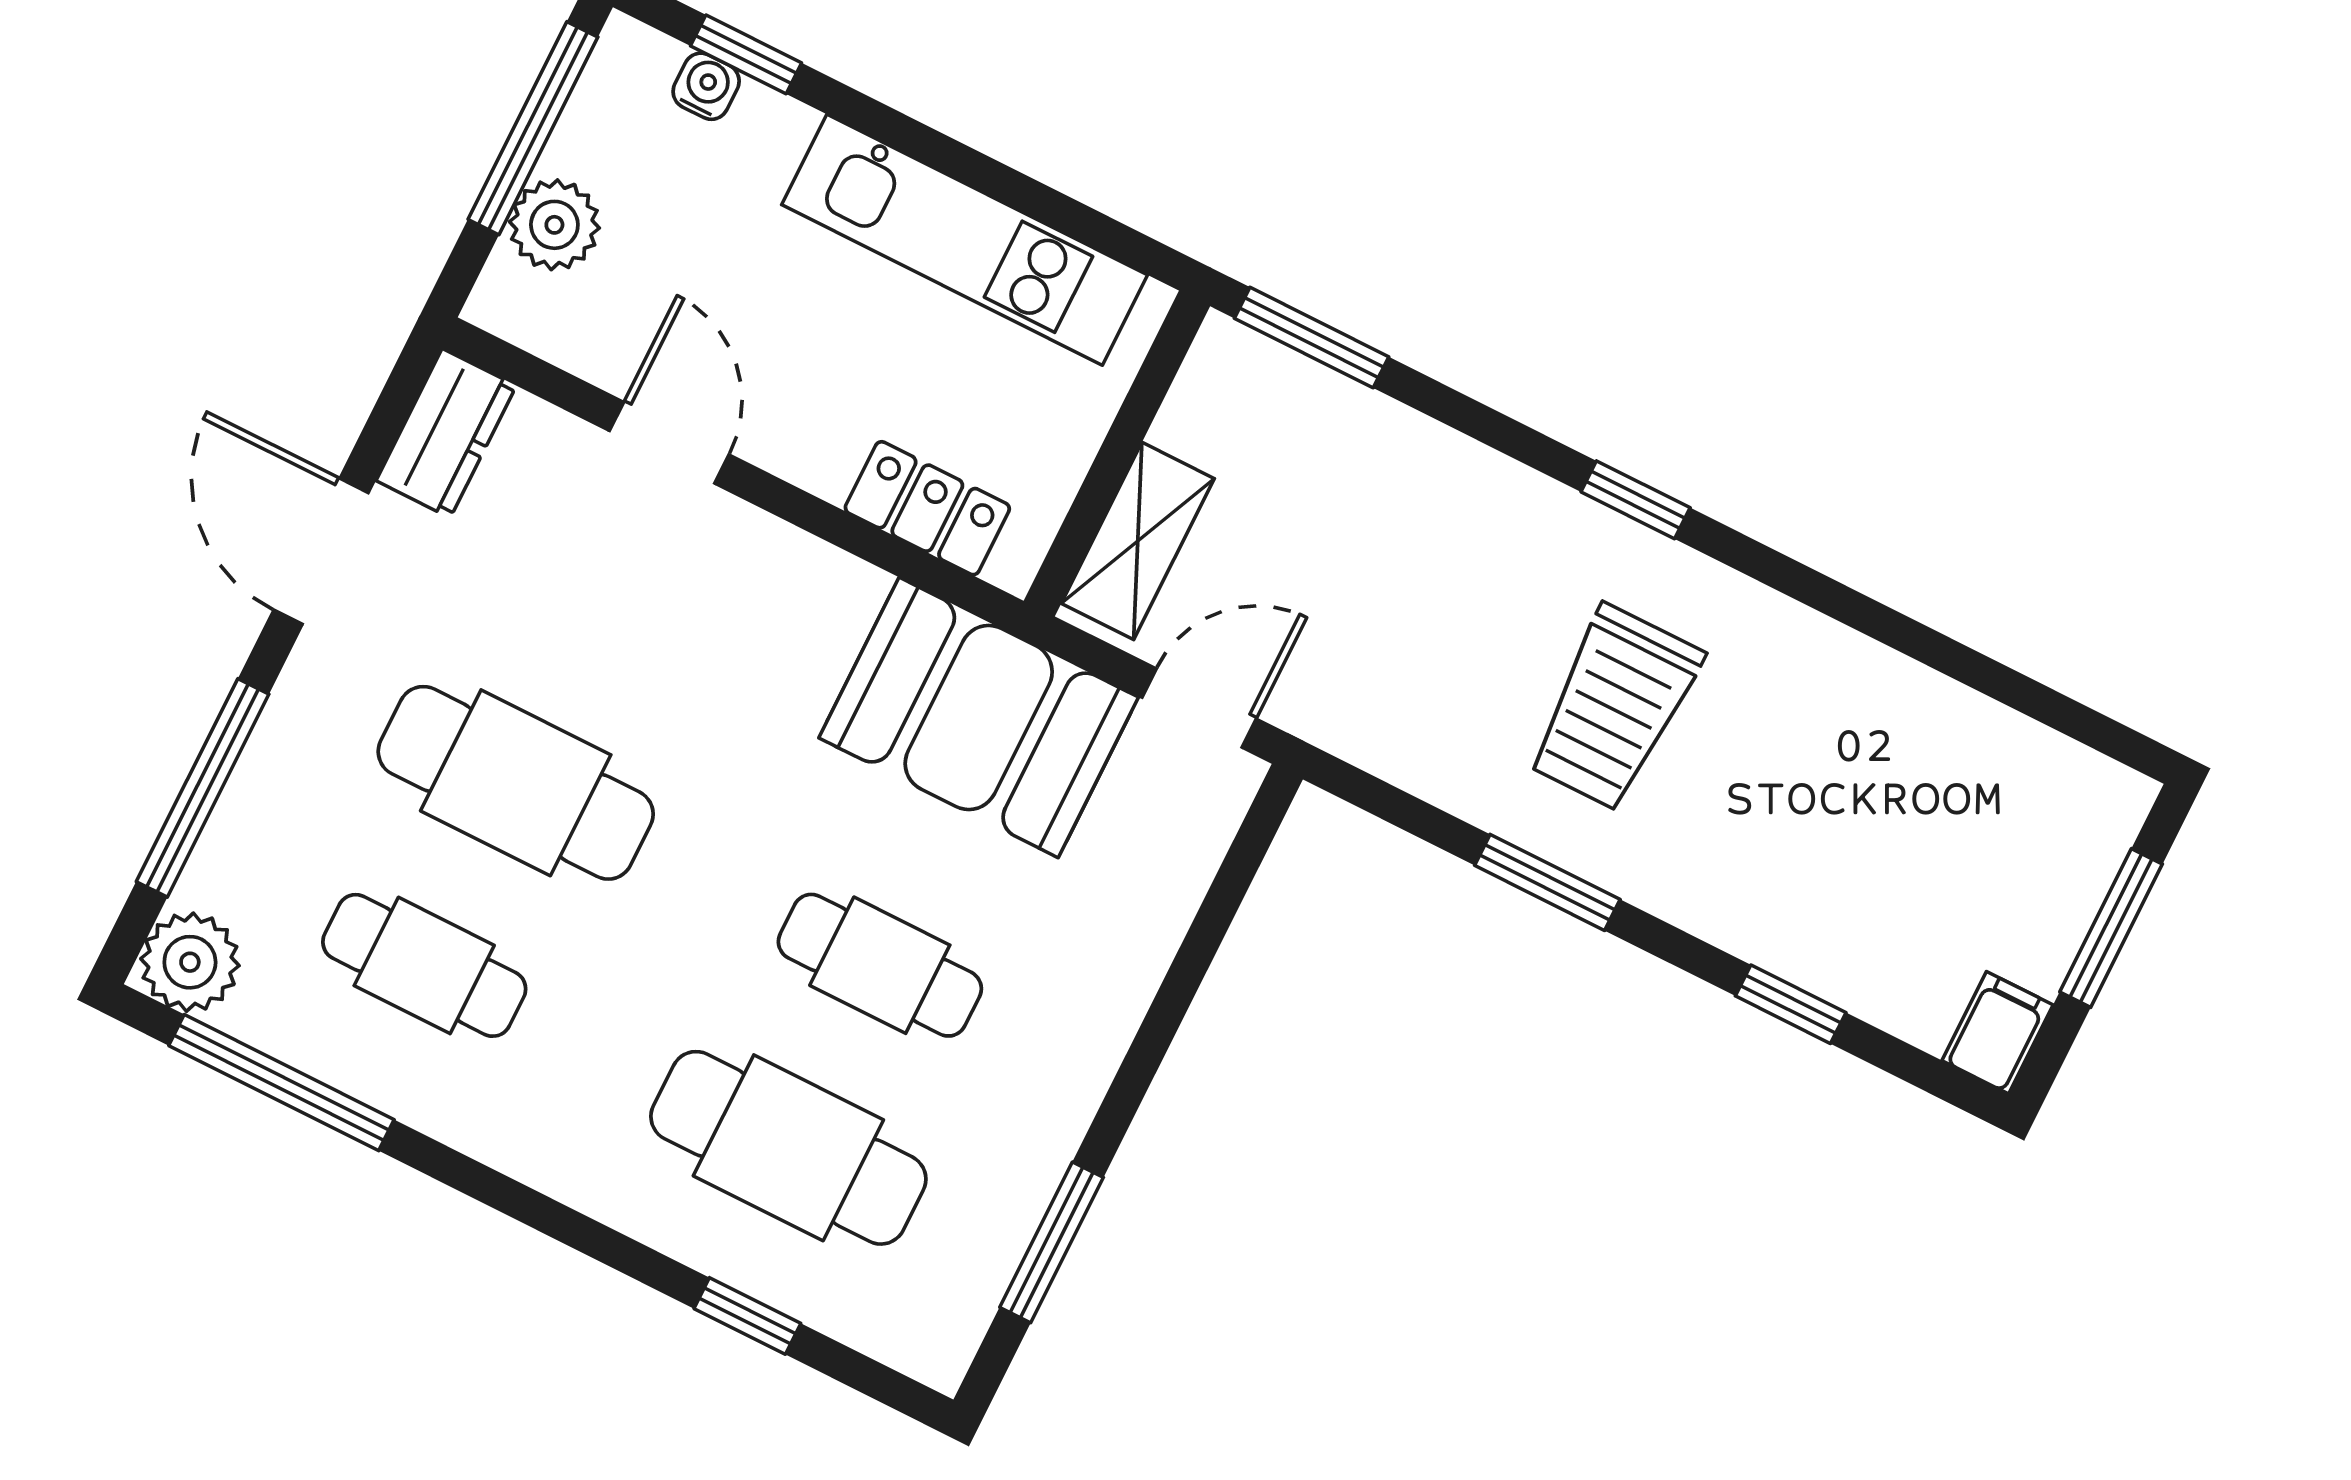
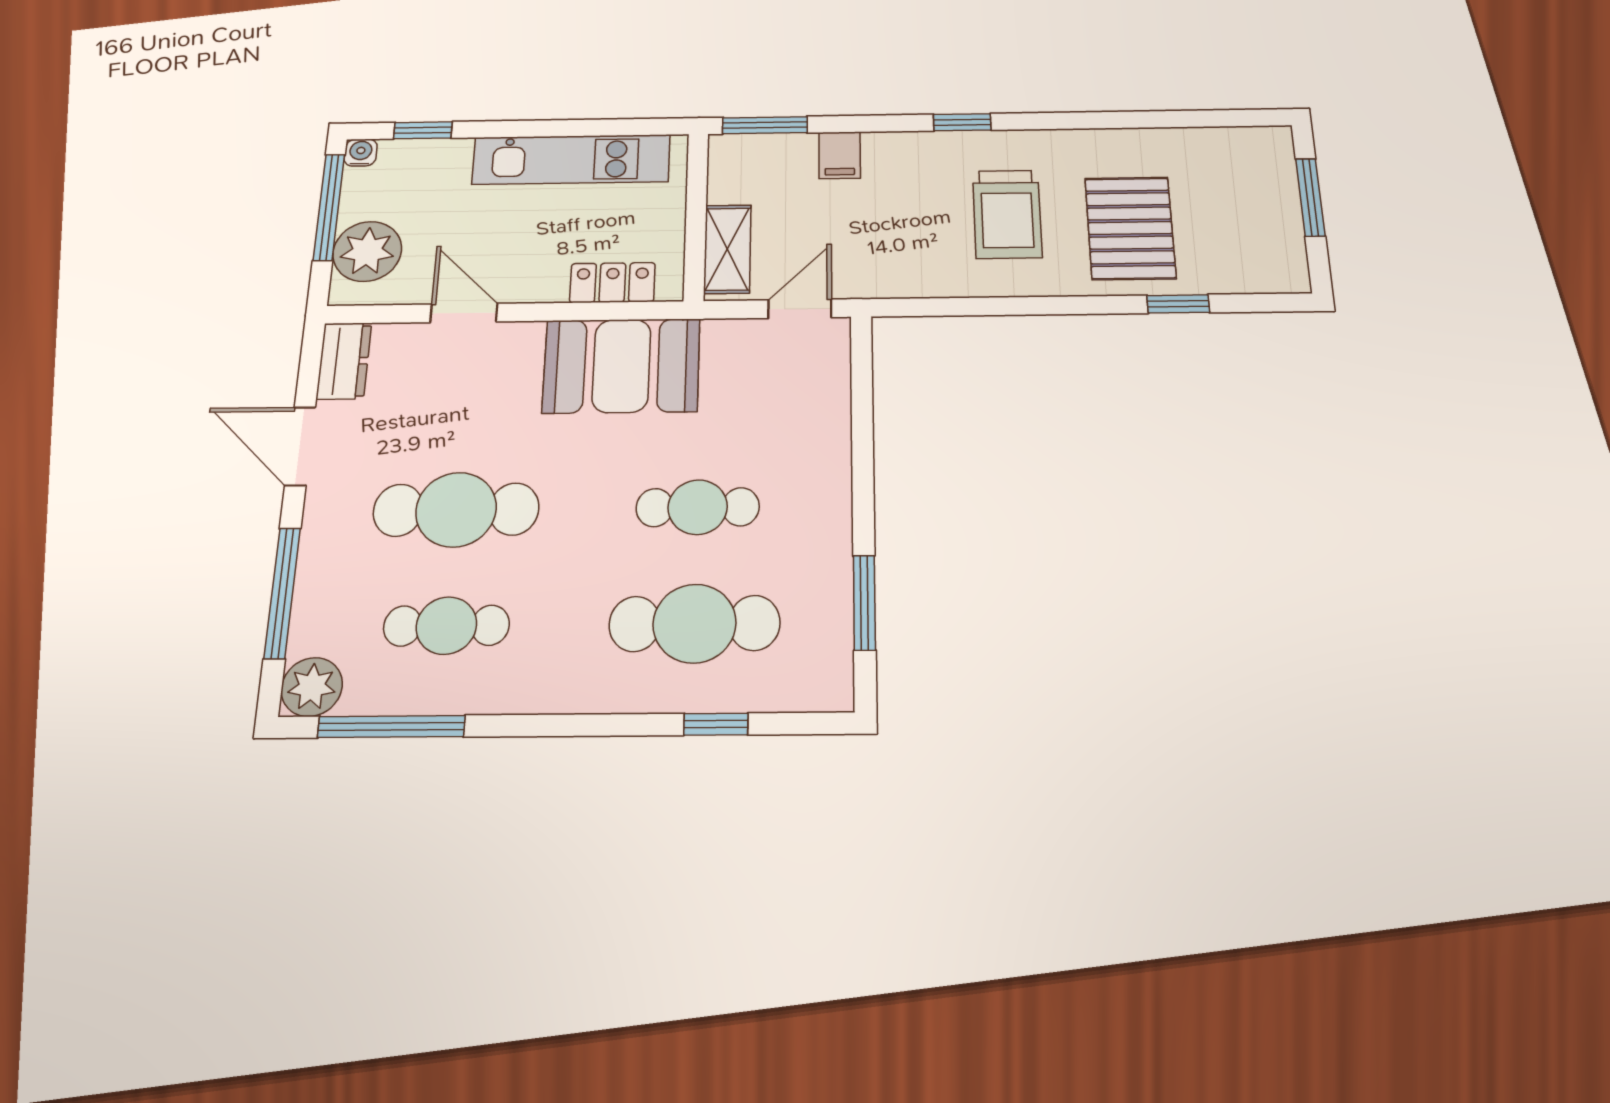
water cooler: (706, 86) -> (361, 153), moved
plant: (554, 225) -> (367, 251), width x1.36, depth x1.36
booth: (979, 718) -> (621, 366), moved
pallet: (1794, 834) -> (1130, 228), added
window: (1547, 882) -> (1022, 306), removed
filing cabinet: (1997, 1033) -> (840, 155), moved, turned 180

